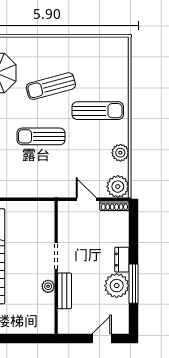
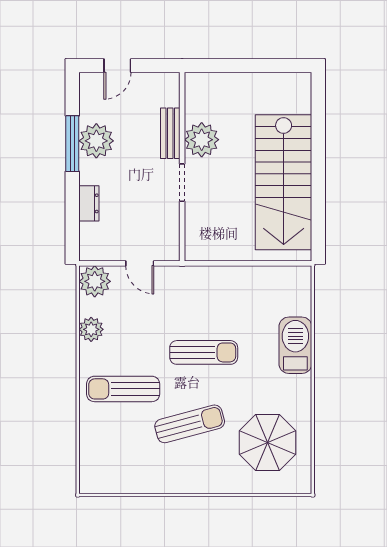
shoe rack: (114, 206) -> (100, 254), removed
dresser: (122, 260) -> (89, 203), moved
plant: (48, 286) -> (202, 140), width x1.87, depth x1.87

